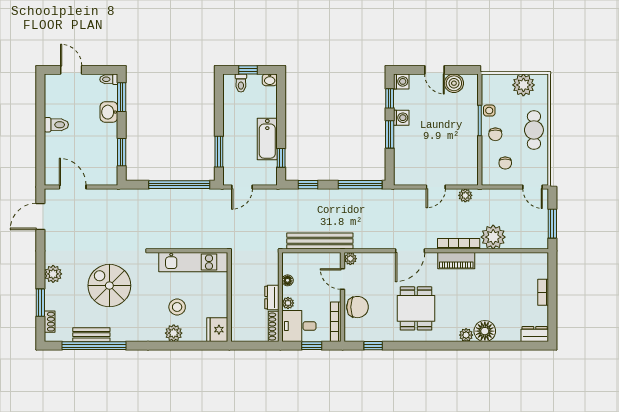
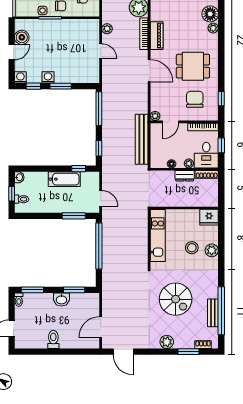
washbasin: (109, 112) -> (61, 300), moved
spiral stairs: (109, 286) -> (176, 299), turned -90
chair: (357, 307) -> (195, 99), moved

